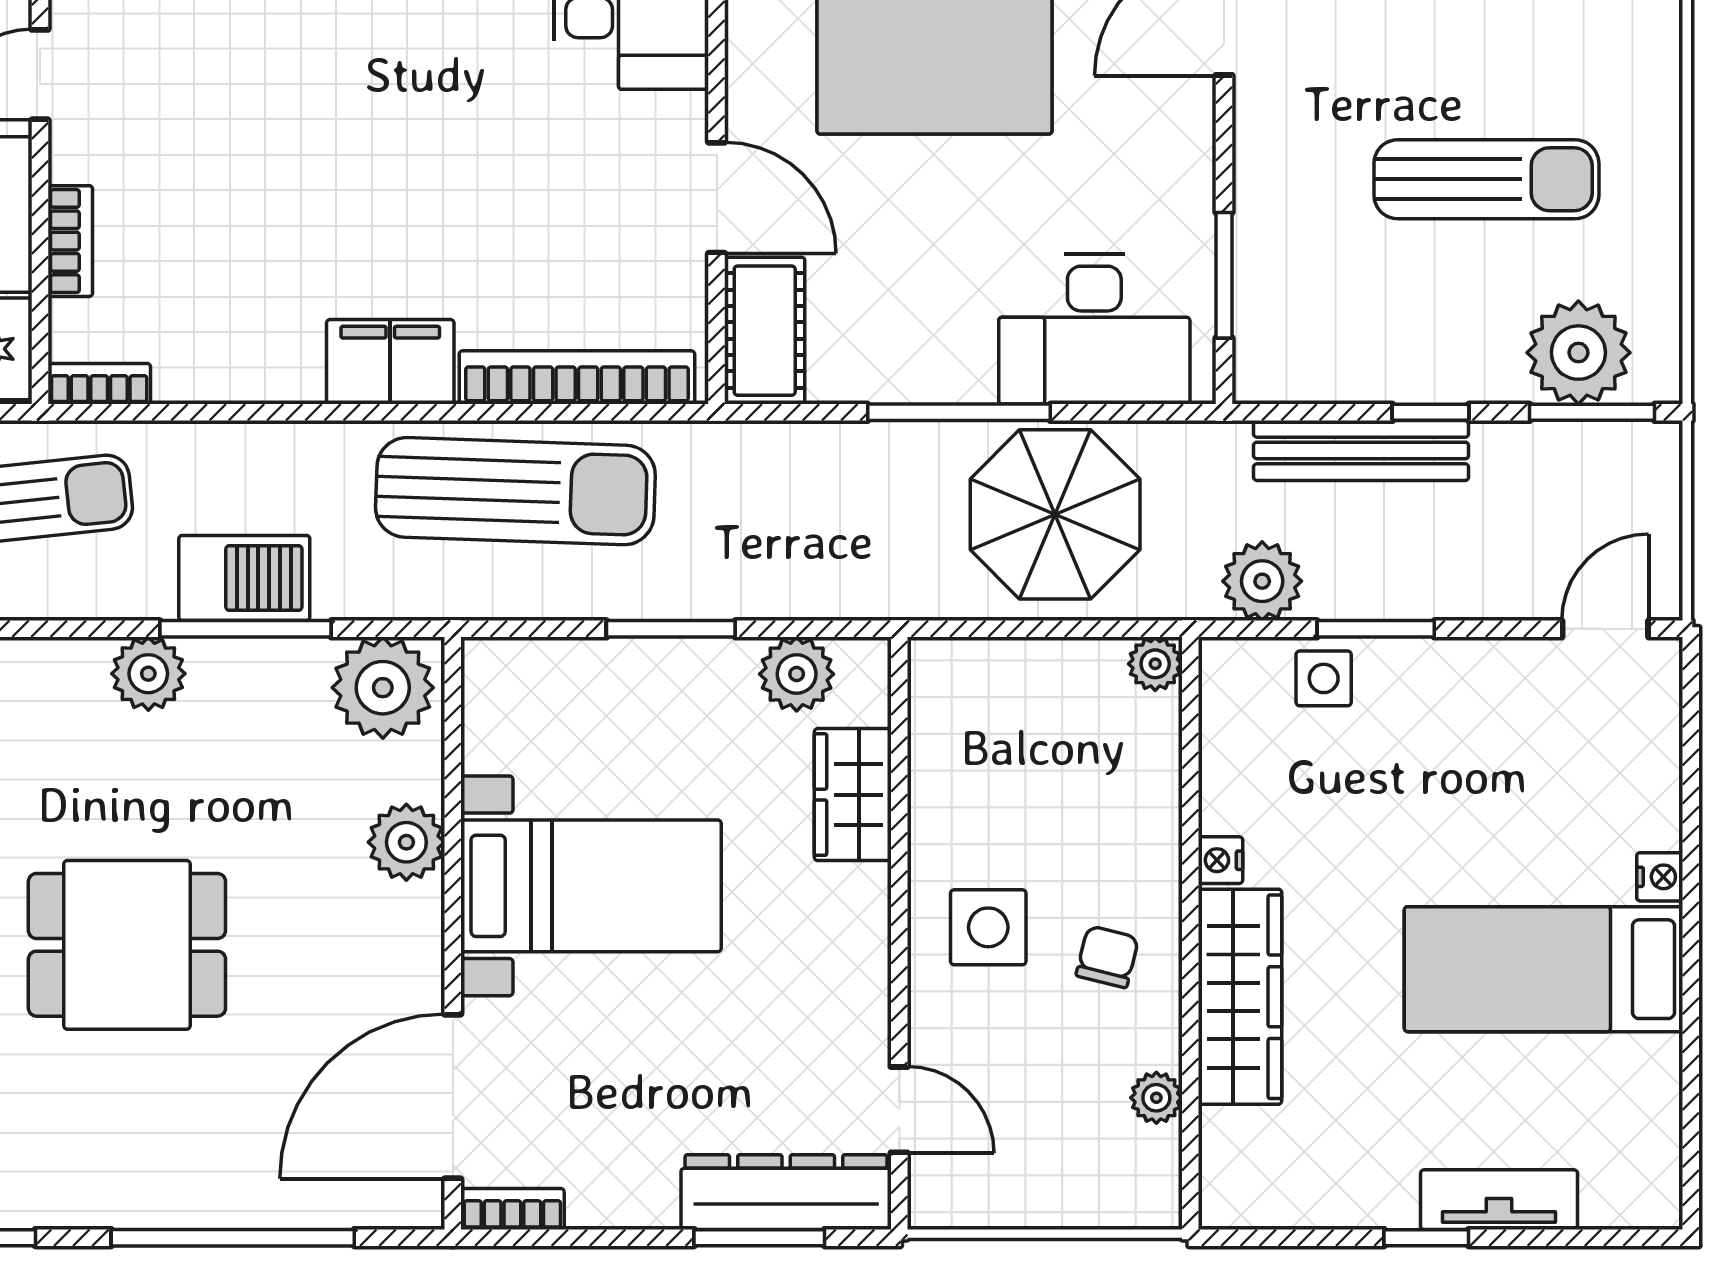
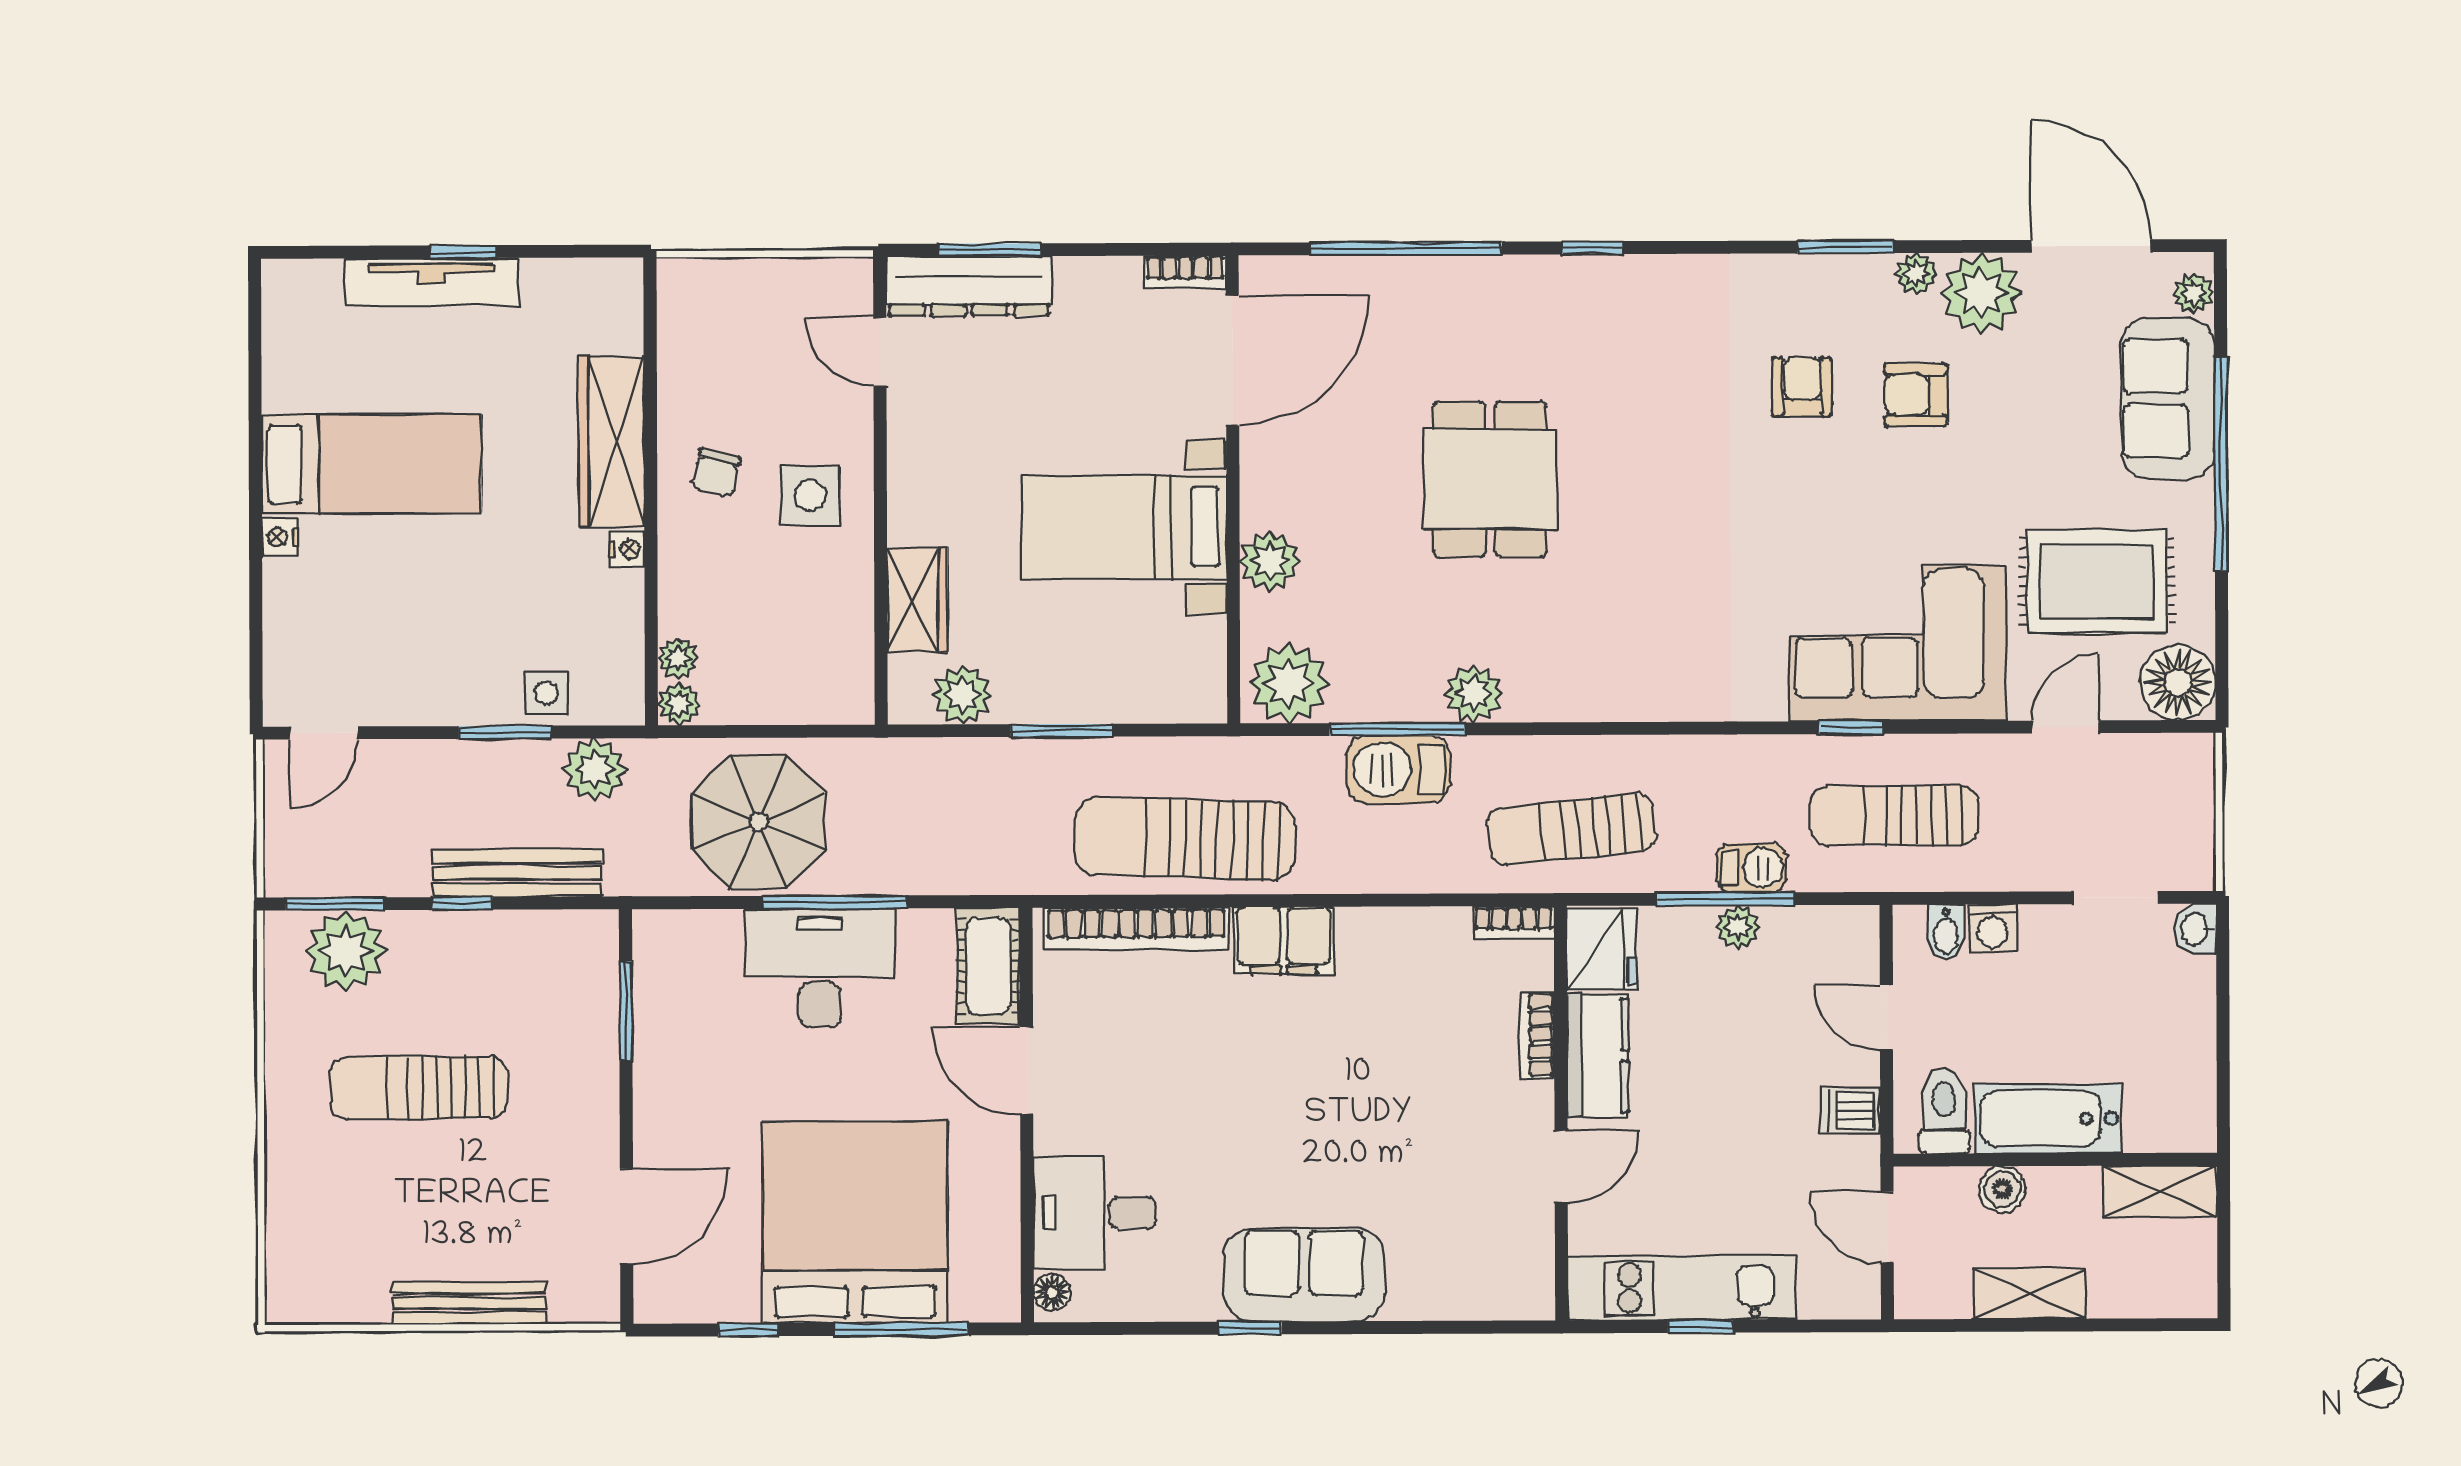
desk: (1094, 329) -> (820, 968), moved
dining table: (127, 945) -> (1490, 479), turned 90
plant: (1156, 1098) -> (678, 658), moved
tv unit: (1499, 1200) -> (431, 282), width x1.41

